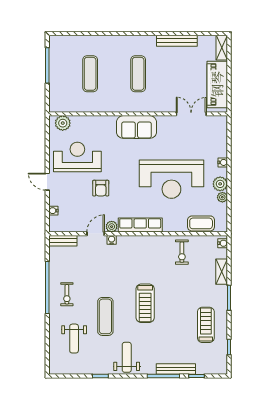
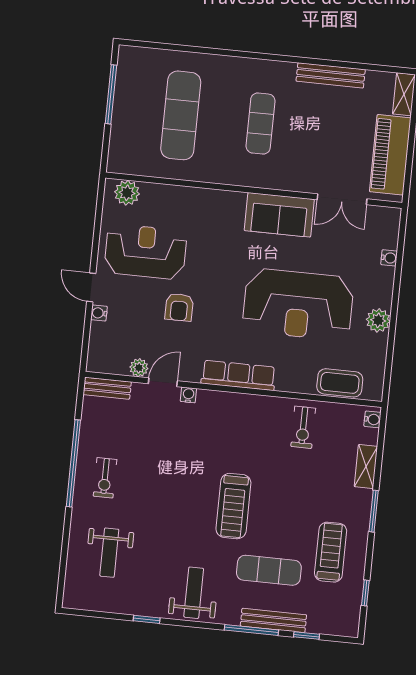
exercise mat: (90, 74) -> (181, 115), width x1.36, depth x1.45
double door: (191, 114) -> (342, 199), swing flipped
sofa: (136, 127) -> (279, 215), moved
water cooler: (223, 162) -> (389, 258), moved
plant: (222, 197) -> (380, 343), removed
water cooler: (53, 211) -> (99, 313), moved
plant: (112, 227) -> (139, 368), moved
exercise mat: (105, 316) -> (269, 570), moved, turned 90

